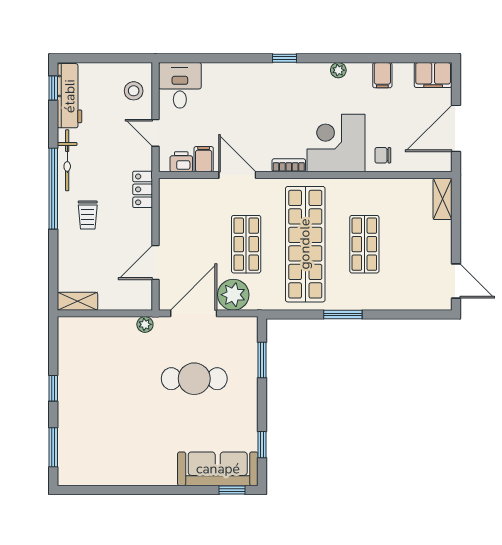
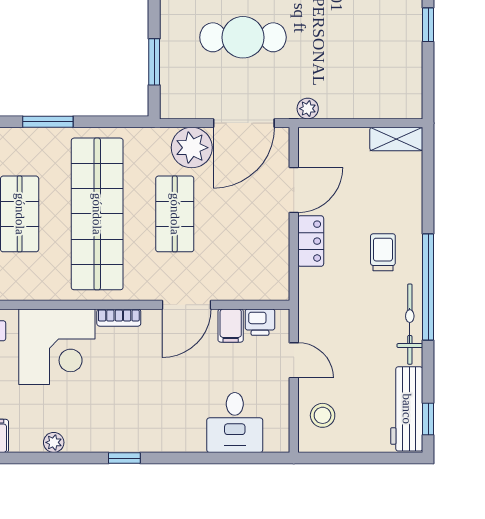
desk: (180, 85) -> (235, 423), moved
door: (237, 175) -> (186, 305), hinge flipped
locker: (143, 189) -> (311, 241), moved

